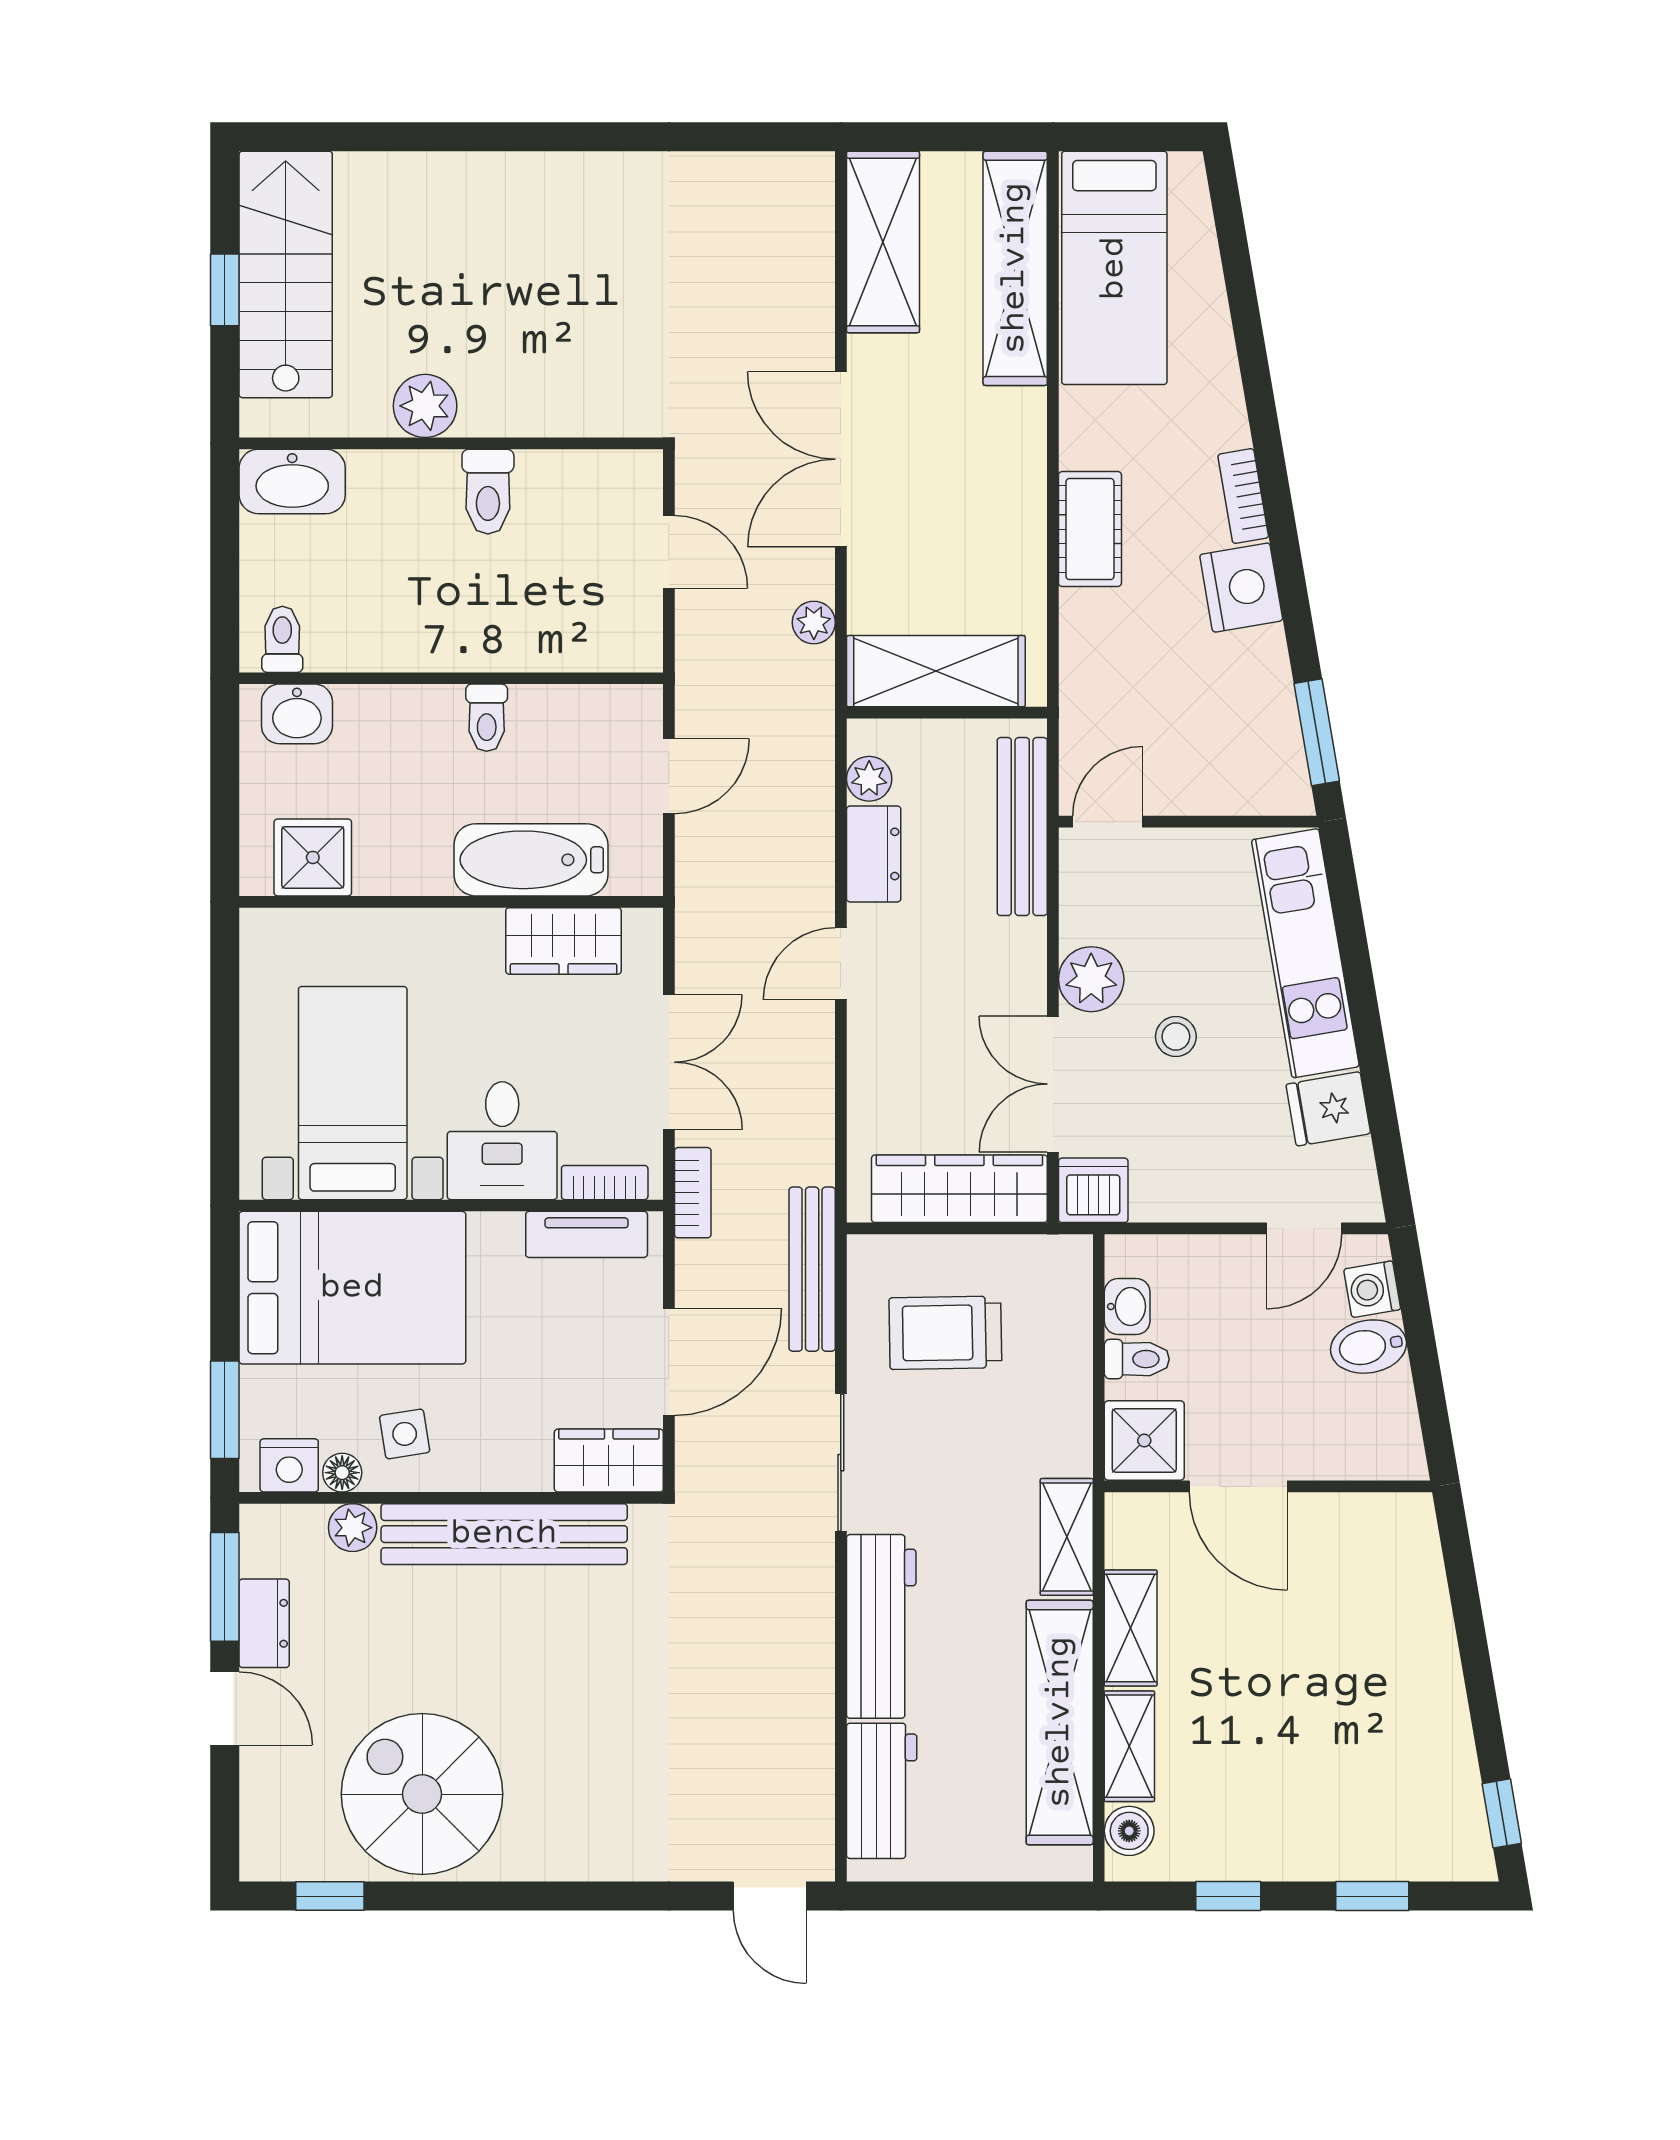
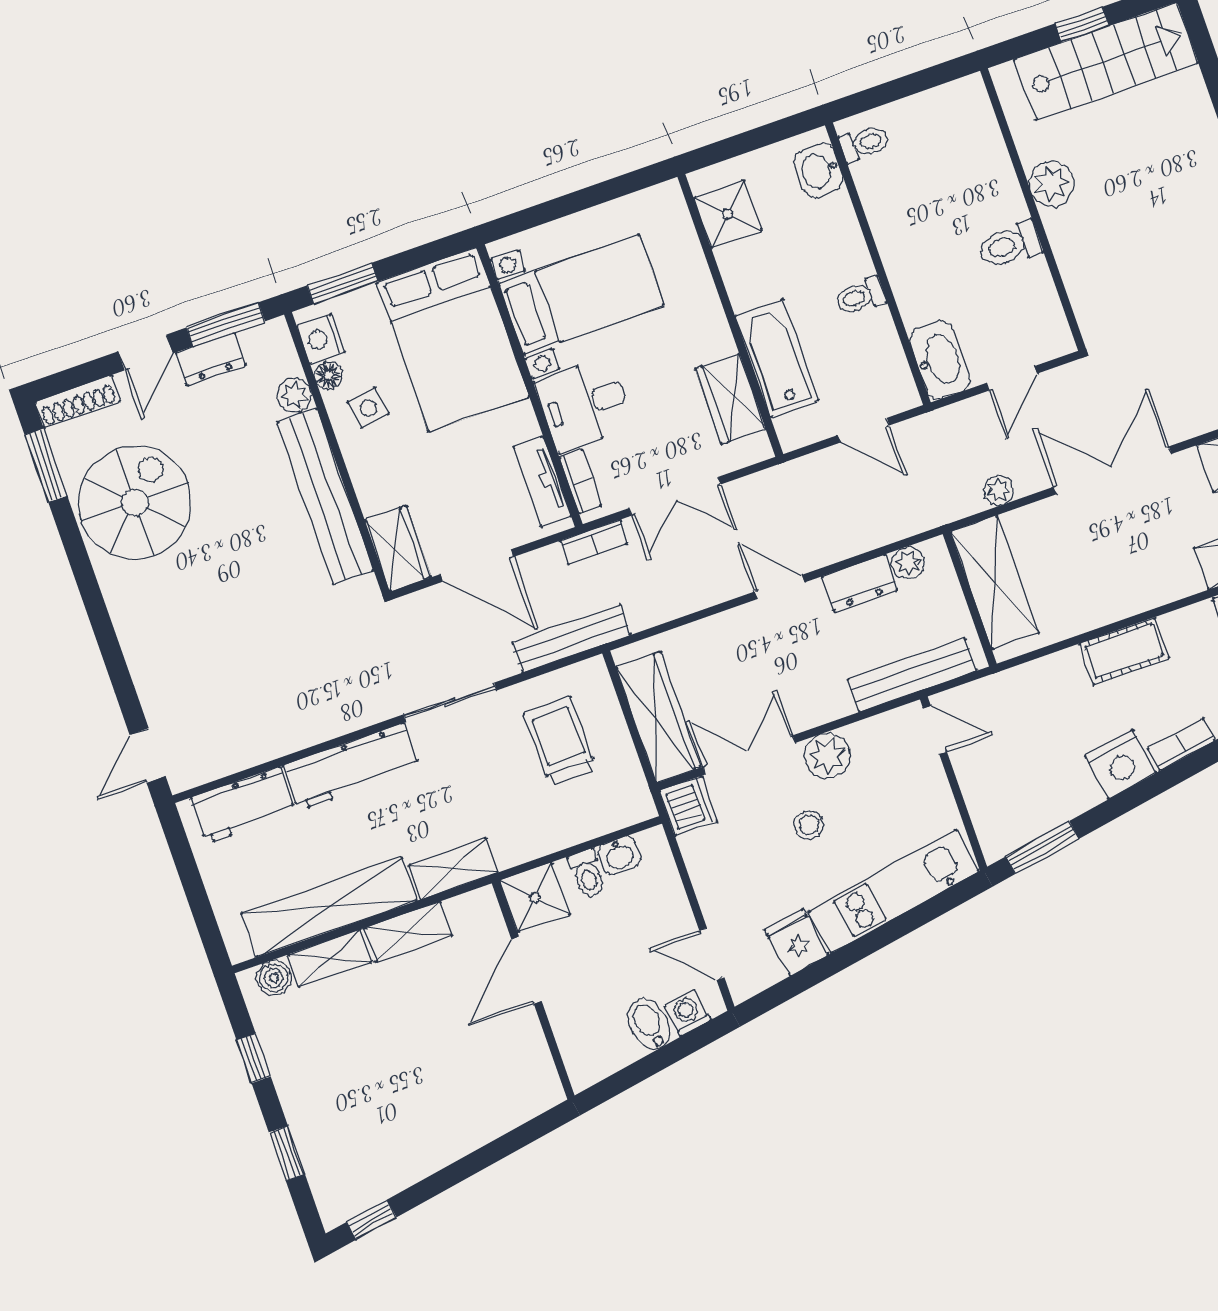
washbasin: (292, 481) -> (940, 360), moved, turned 180
shoe rack: (259, 1824) -> (77, 402), added
window: (330, 1896) -> (46, 465), width x1.50

